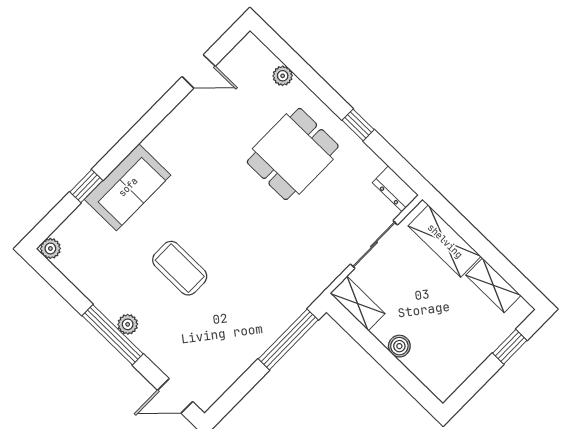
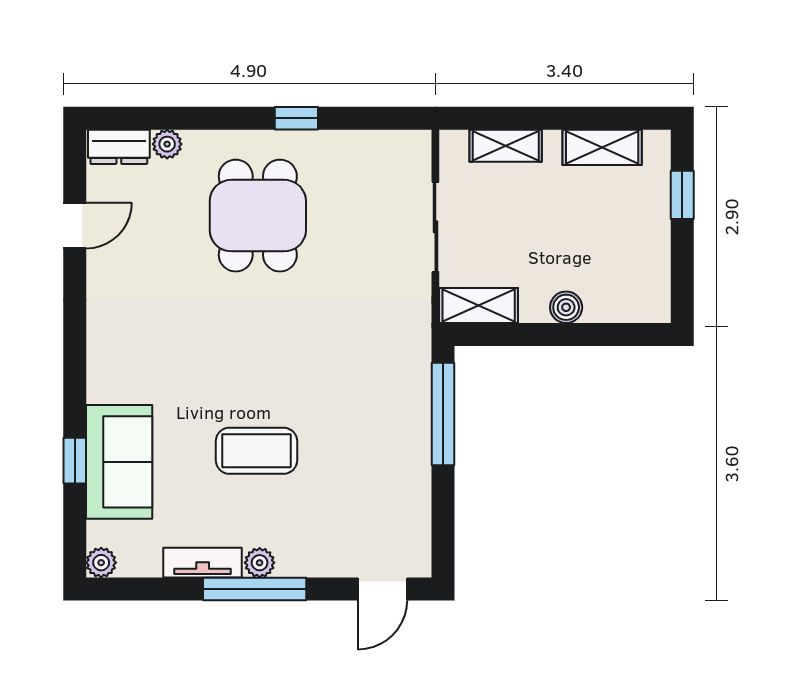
sofa: (128, 187) -> (119, 462), moved
dresser: (395, 189) -> (119, 147), moved
shelving: (445, 241) -> (506, 146), width x0.67, depth x0.75
tv unit: (100, 297) -> (203, 563), added

